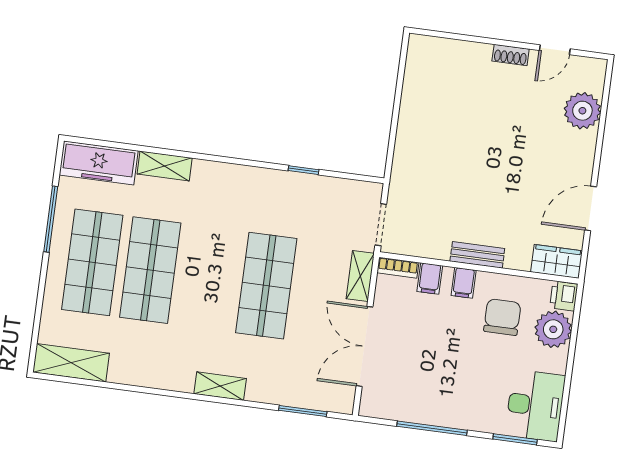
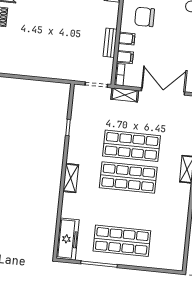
shelving: (165, 166) -> (71, 178), moved
bench: (477, 255) -> (110, 43), moved
shop shelf: (150, 270) -> (128, 178), moved
double door: (365, 346) -> (163, 91), swing flipped
shelving: (71, 363) -> (177, 251), removed

